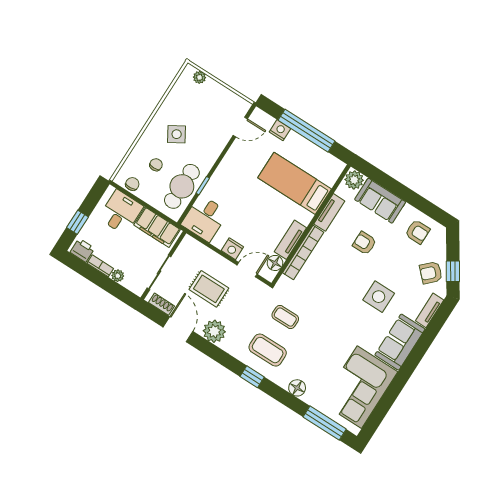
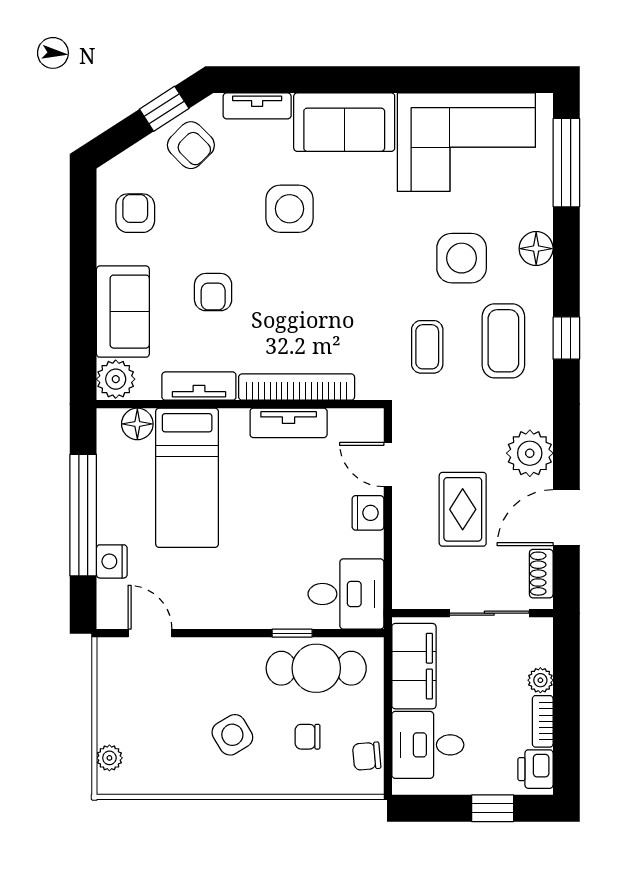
floor lamp: (275, 263) -> (137, 424), moved
side table: (313, 355) -> (462, 258), added

